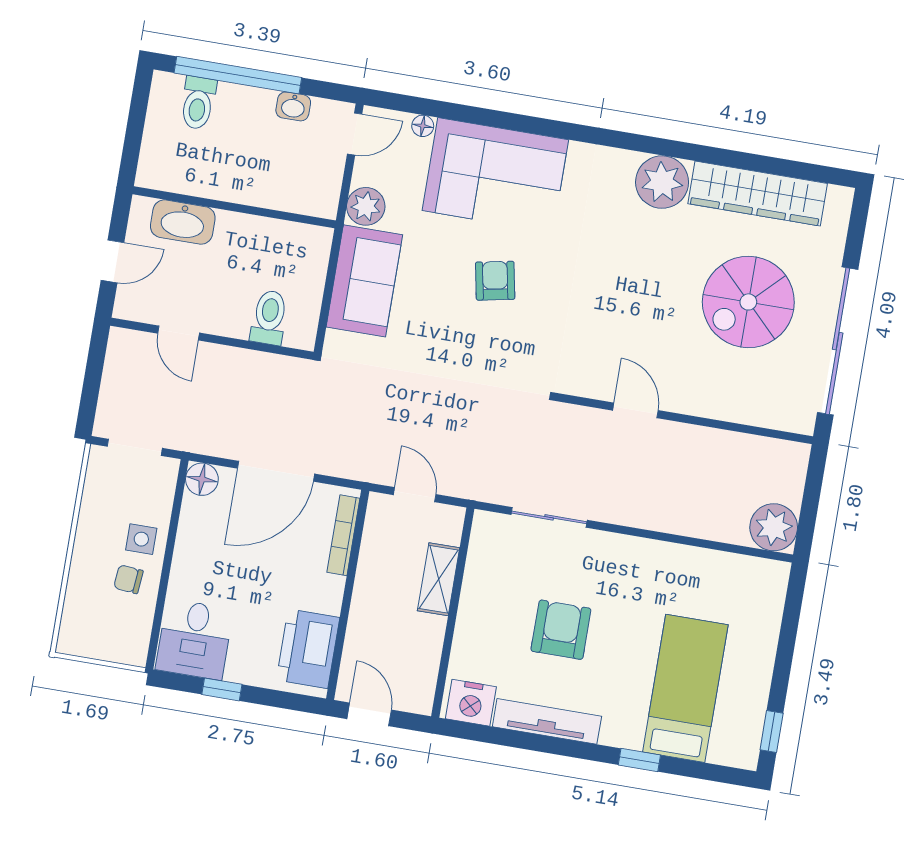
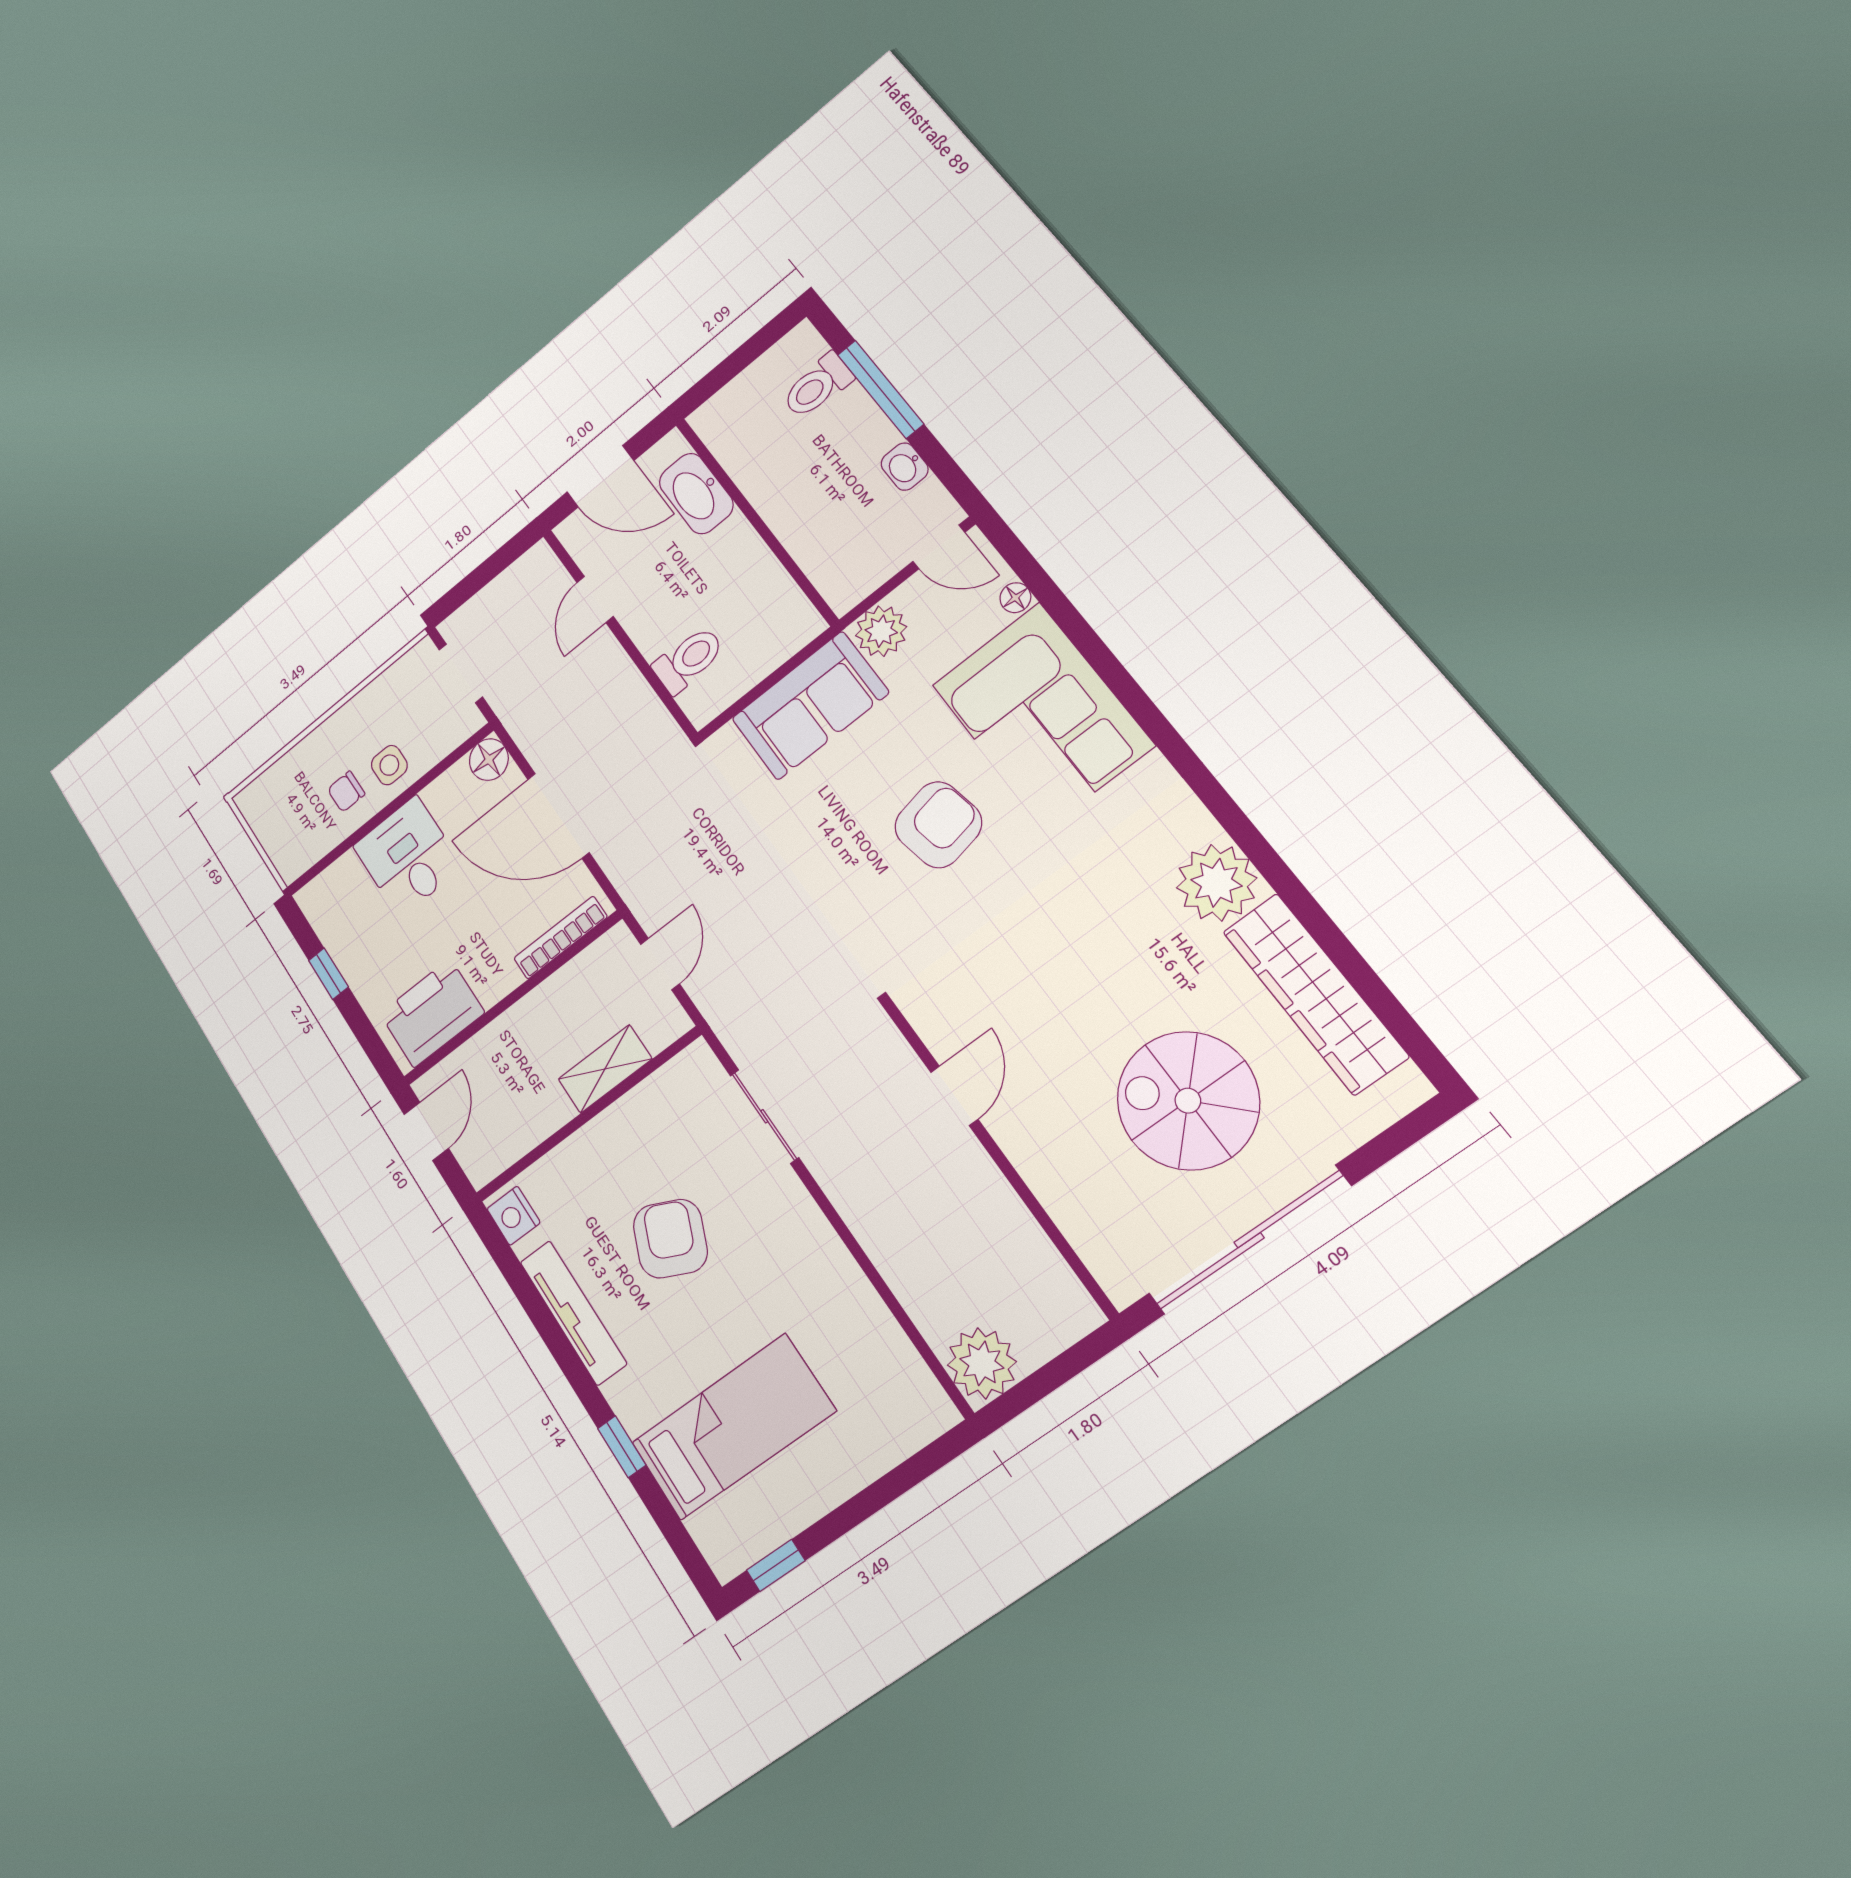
window: (238, 75) -> (880, 389), width x0.68
door: (112, 261) -> (600, 476), width x1.38
armchair: (495, 281) -> (938, 825), width x1.38, depth x1.38
chair: (128, 579) -> (346, 792), turned -95
armchair: (561, 630) -> (670, 1239), turned -66
desk: (194, 639) -> (408, 856), moved, turned 90
nightstand: (471, 703) -> (514, 1216), width x0.74, depth x0.75

